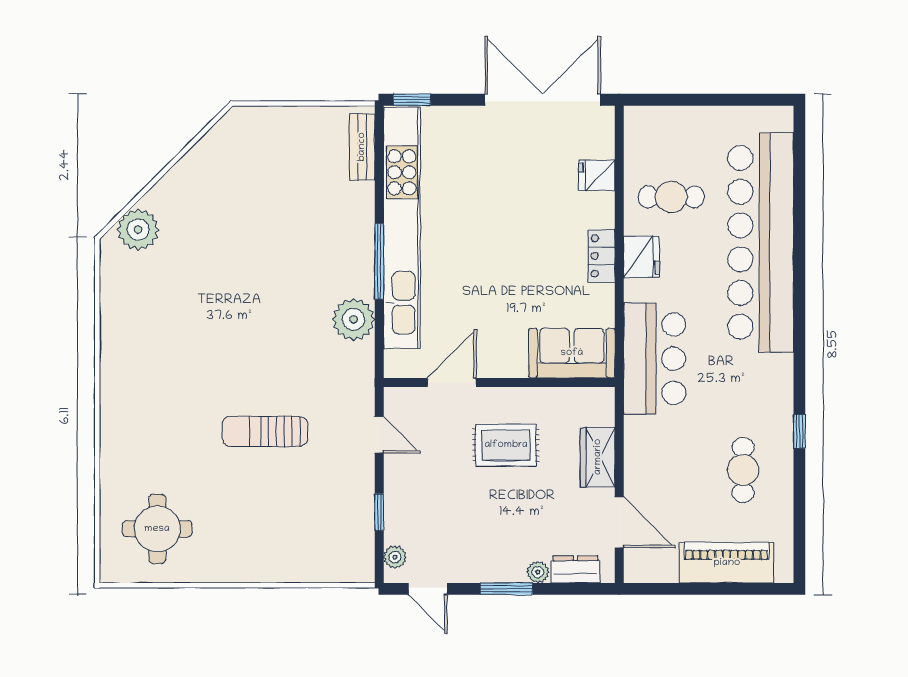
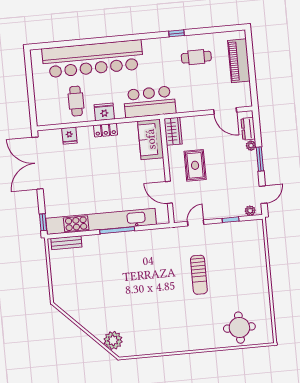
plant: (354, 319) -> (145, 239), removed
wardrobe: (598, 457) -> (173, 131), moved, turned -90
door: (619, 522) -> (225, 111), swing flipped
round table: (157, 529) -> (239, 328), moved

